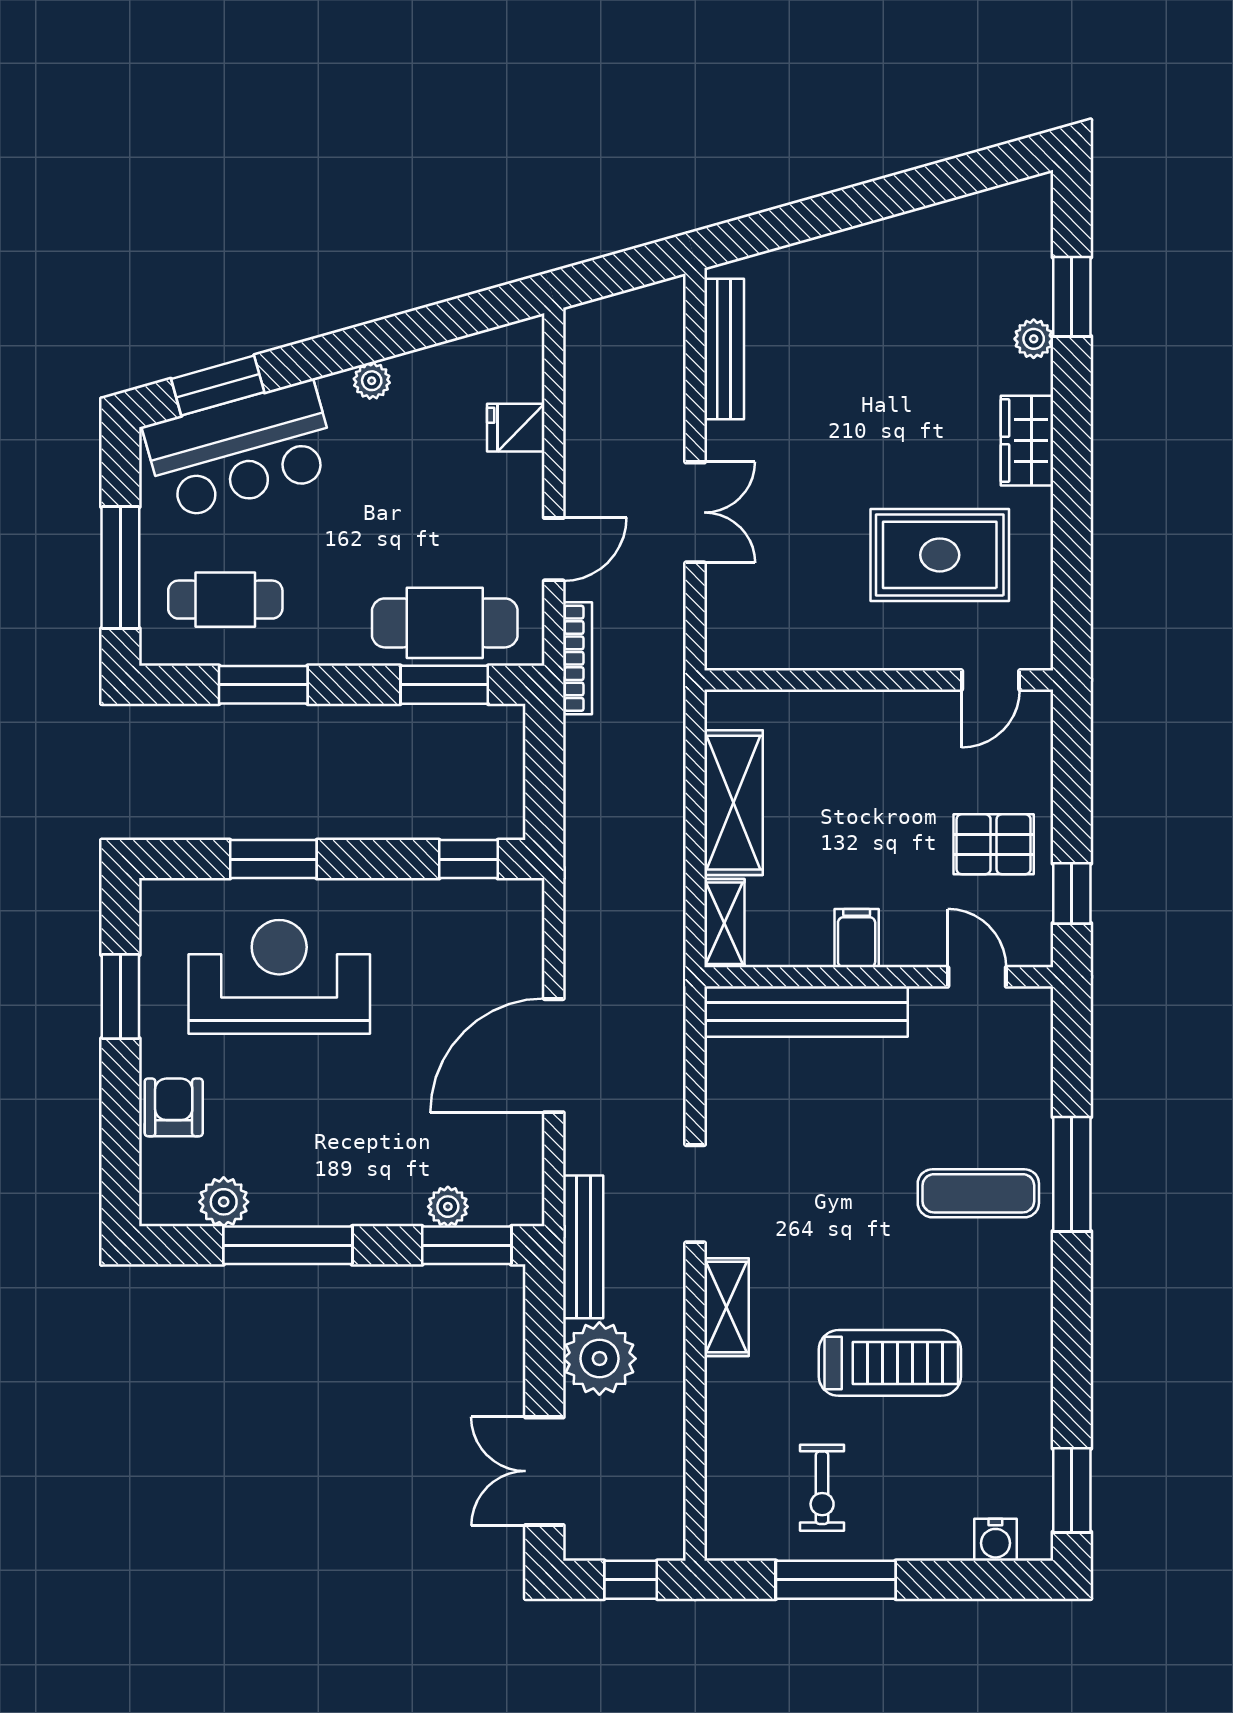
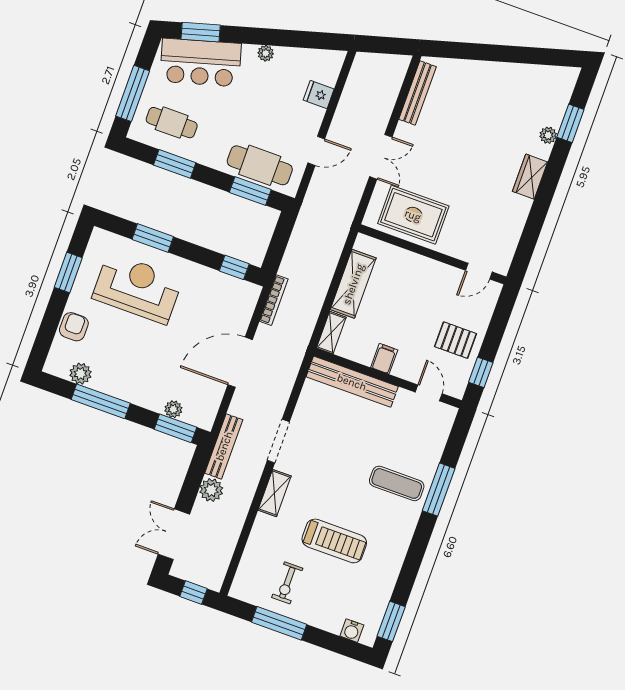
rug: (940, 555) -> (413, 215), moved
bookcase: (578, 658) -> (274, 300), moved
plant: (599, 1359) -> (211, 490), width x0.73, depth x0.73

